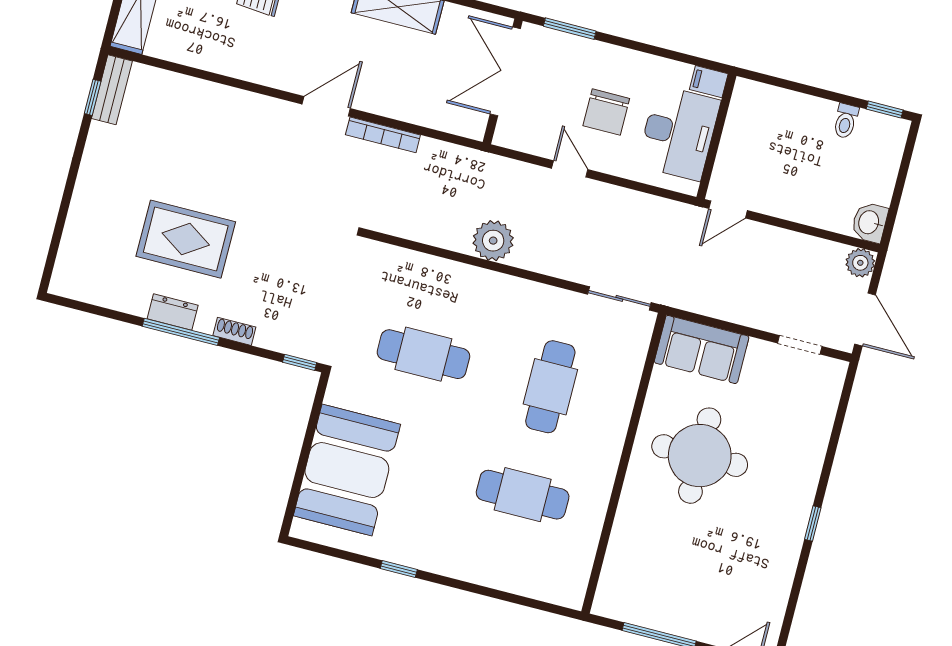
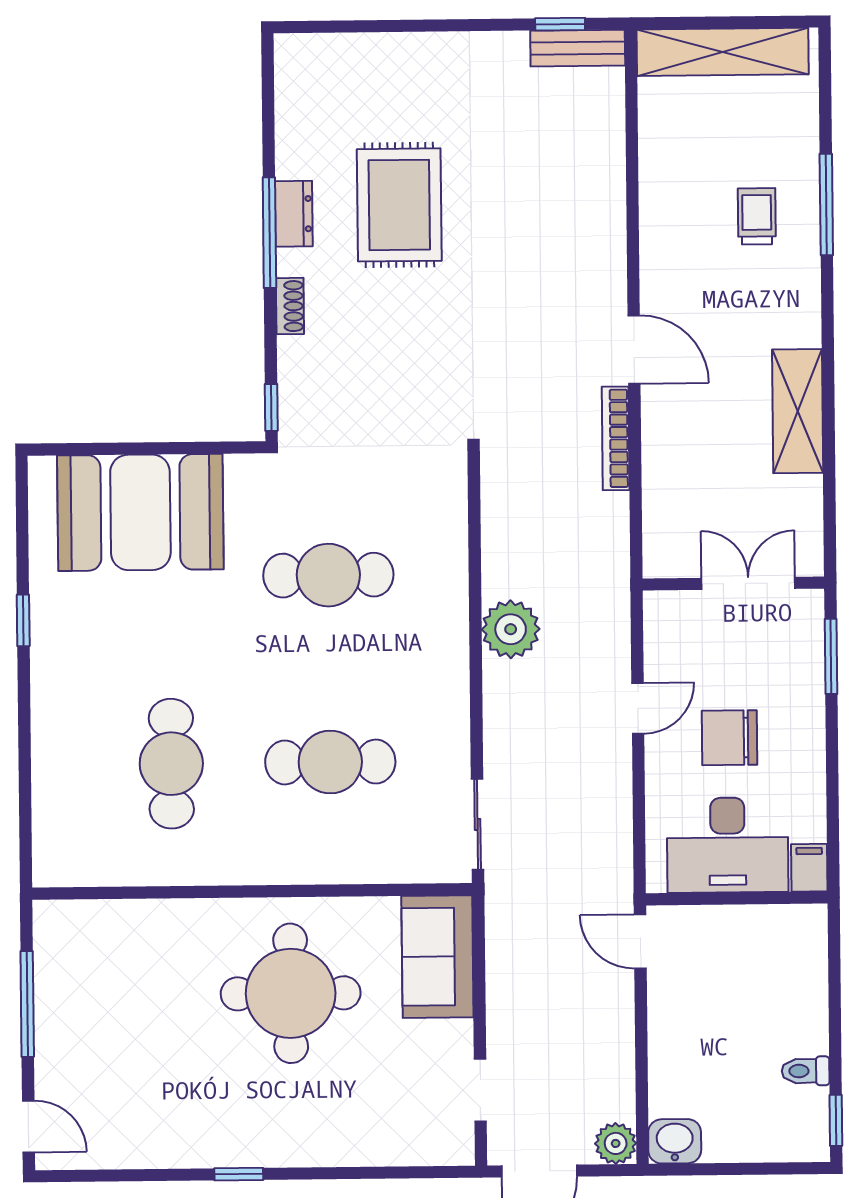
double door: (505, 71) -> (748, 583), width x0.73
cafe table: (423, 354) -> (328, 575), turned 90

